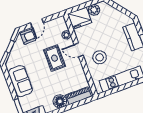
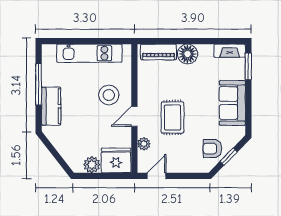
door: (37, 23) -> (157, 176), moved
armchair: (28, 37) -> (212, 149), moved
door: (79, 50) -> (134, 116), swing flipped

